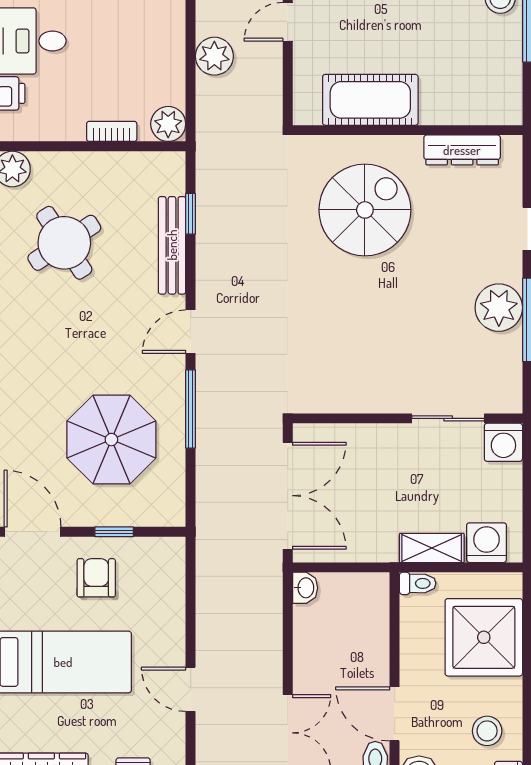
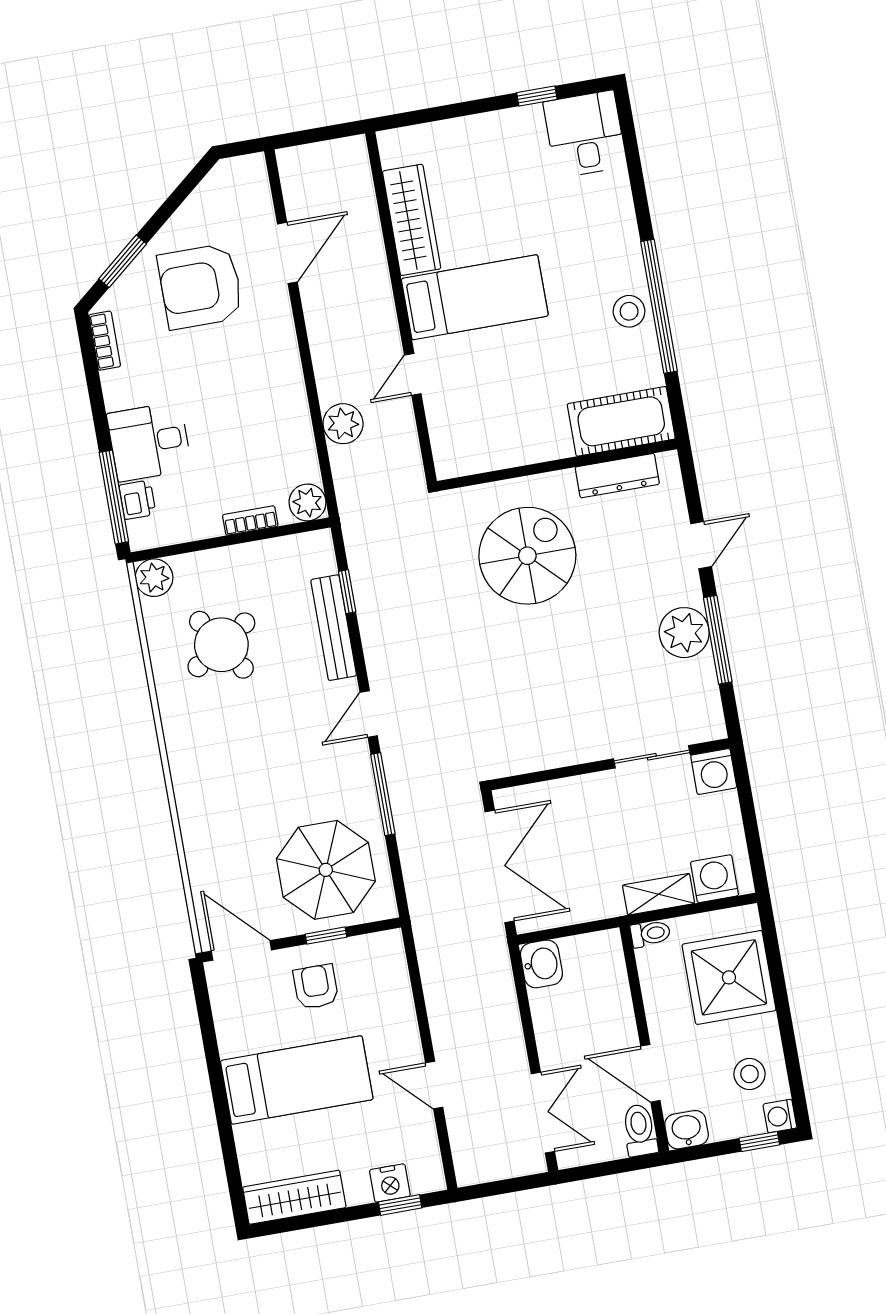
cot: (370, 100) -> (621, 421), moved
parasol: (111, 440) -> (326, 870), moved
washbasin: (305, 588) -> (541, 964), width x1.38, depth x1.45

